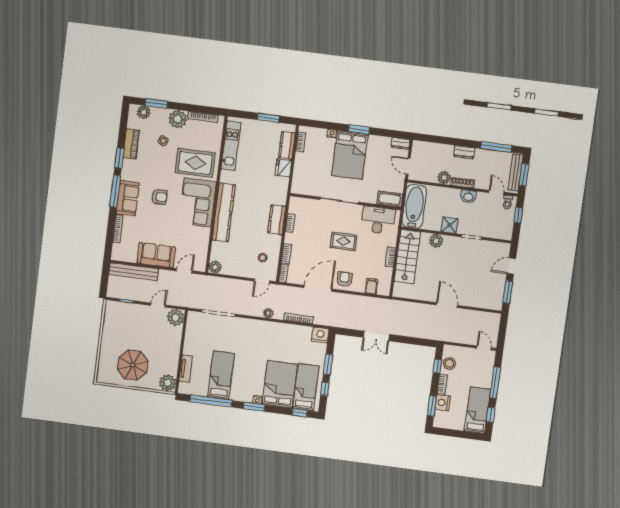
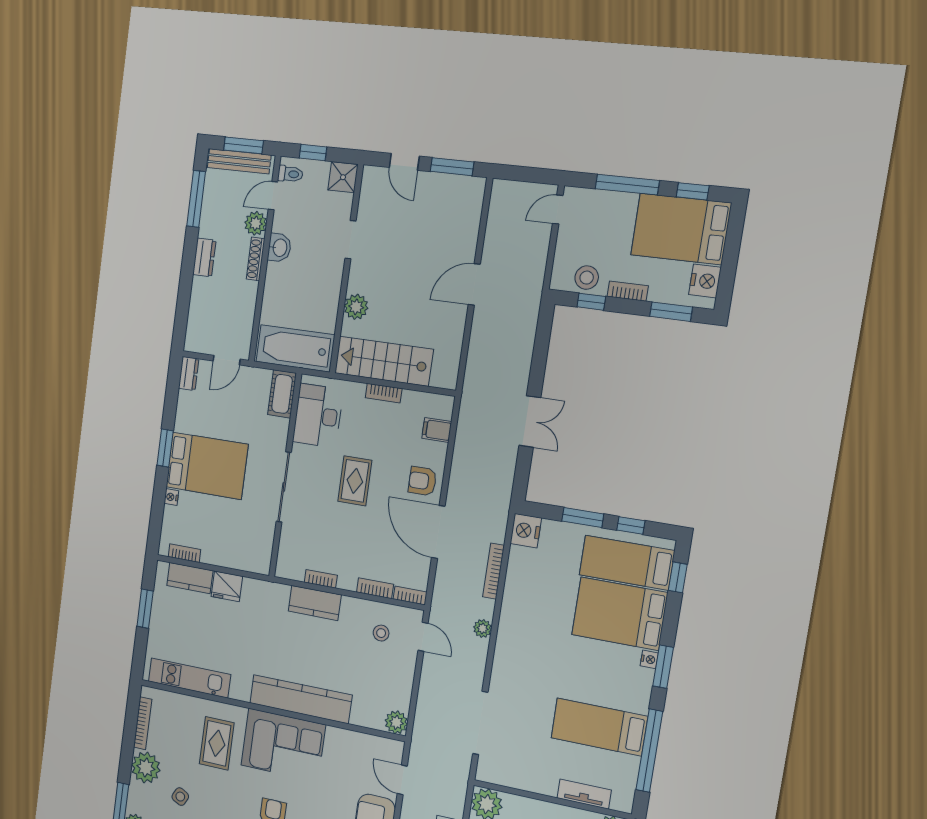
rug: (195, 163) -> (217, 743), width x0.73, depth x0.70
plant: (444, 178) -> (256, 223), moved
shower: (449, 225) -> (343, 177), moved
nightstand: (443, 403) -> (705, 281), moved, turned -90
bed: (477, 410) -> (681, 229), width x1.50

